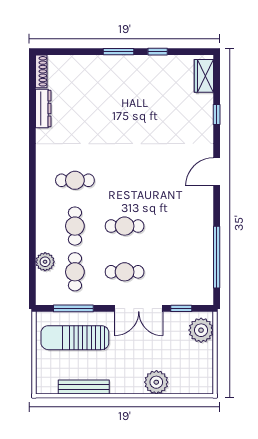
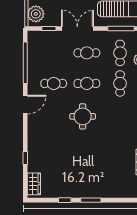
door: (217, 172) -> (25, 105), moved
round table: (131, 177) -> (83, 116), added
cafe table: (75, 180) -> (54, 83), moved

